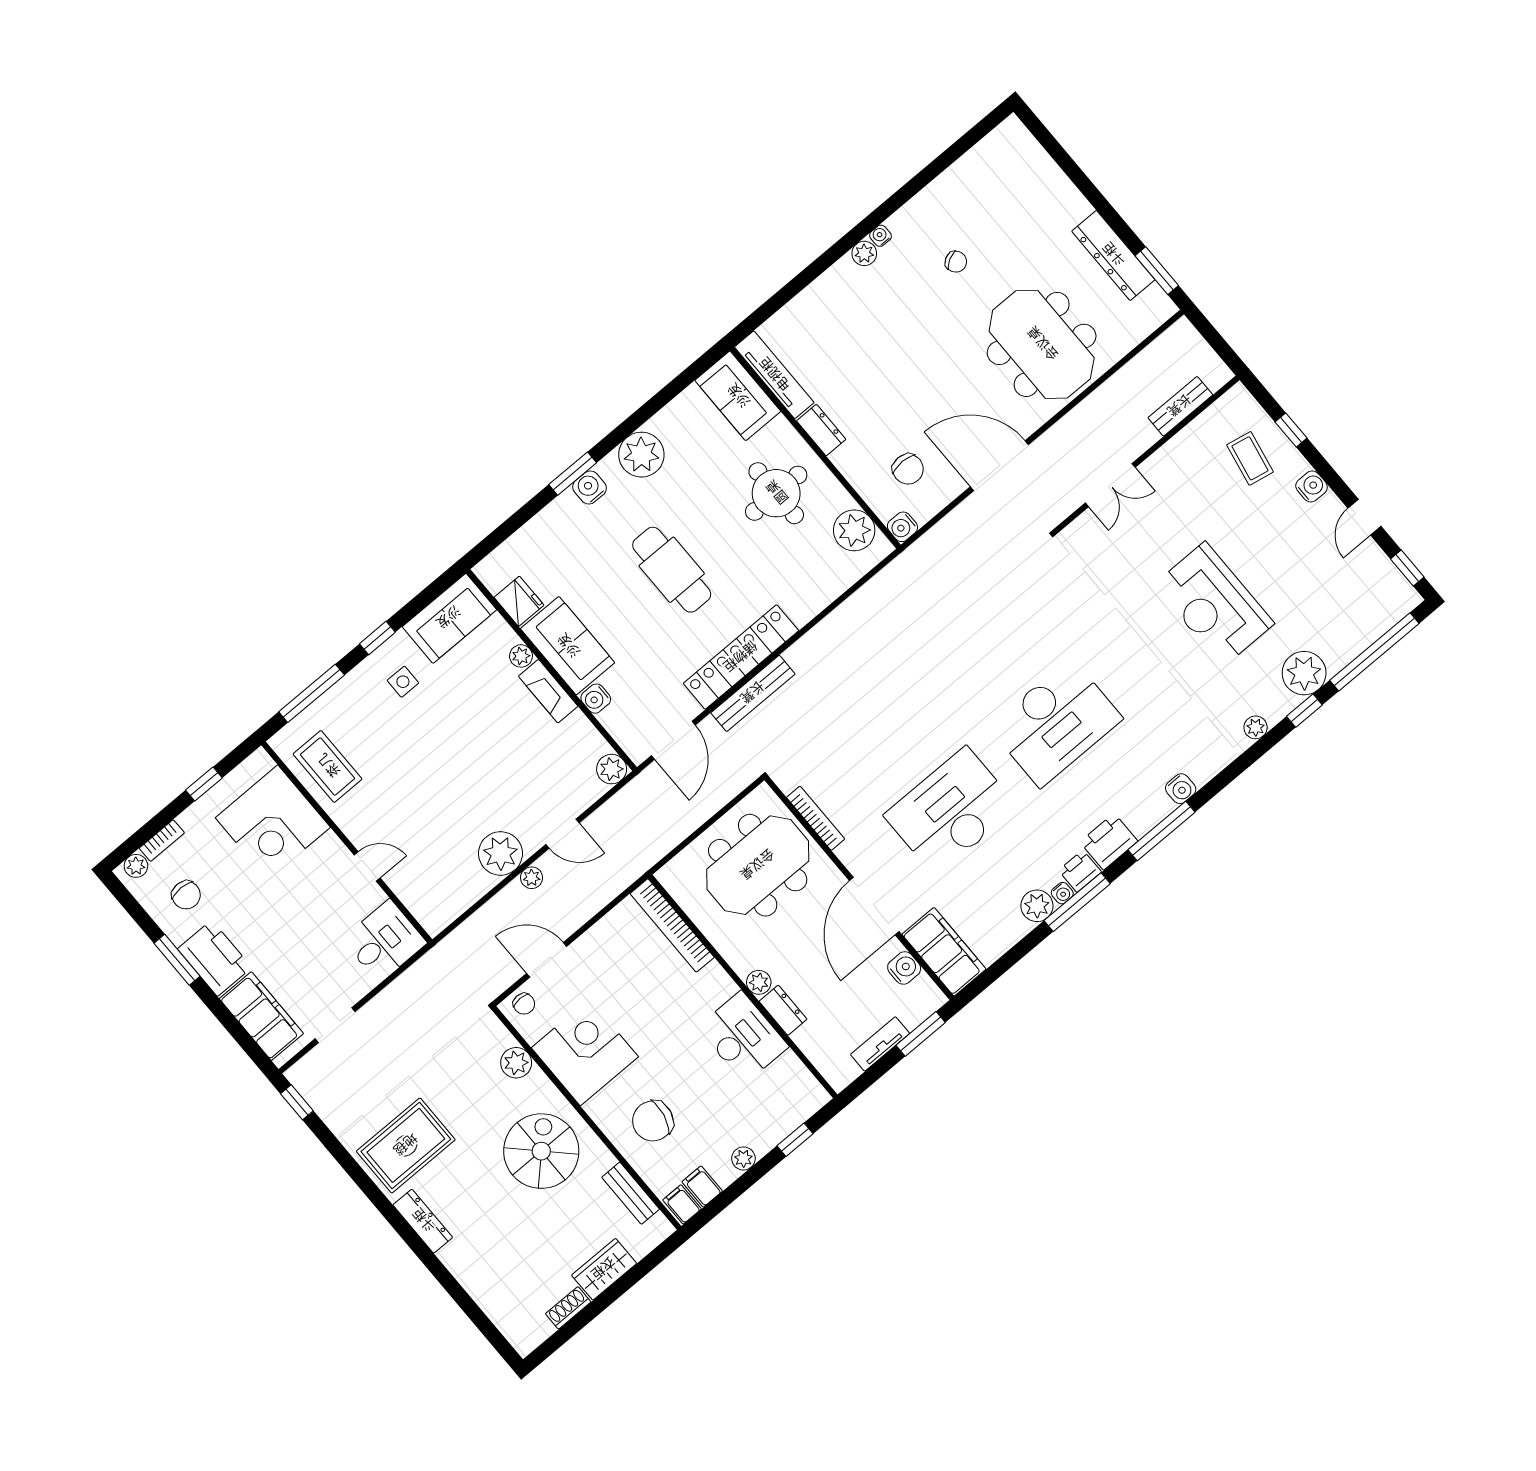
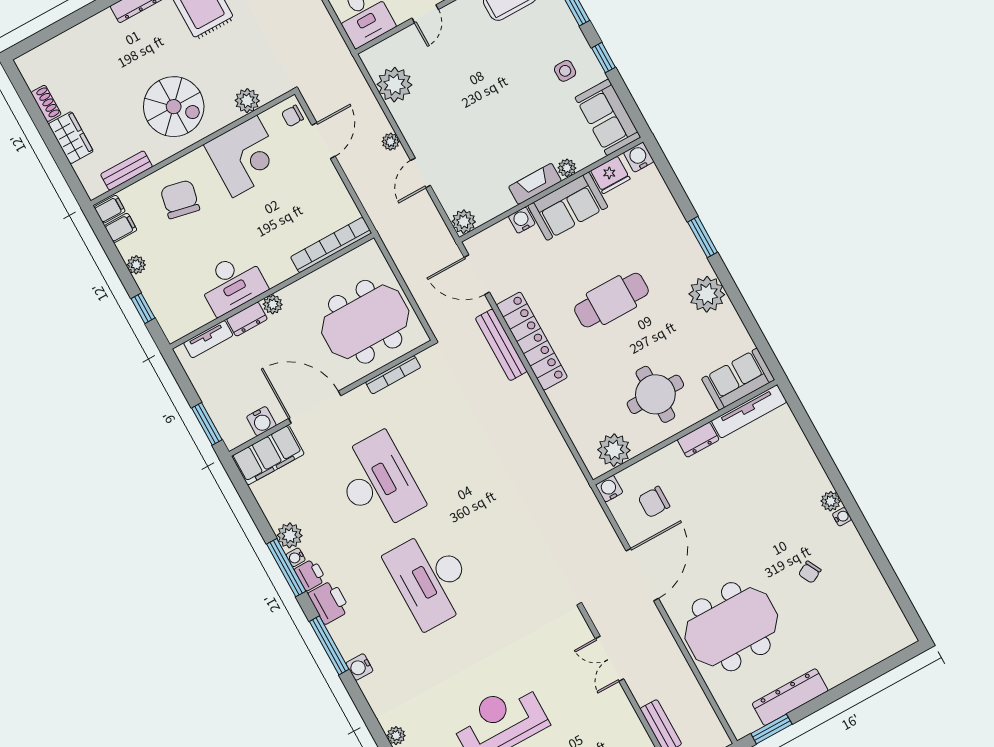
water cooler: (590, 487) -> (639, 157), moved, turned -90
plant: (501, 853) -> (394, 85), moved
meeting table: (758, 865) -> (365, 322), turned 90
tv unit: (880, 1044) -> (208, 339), moved, turned 90

